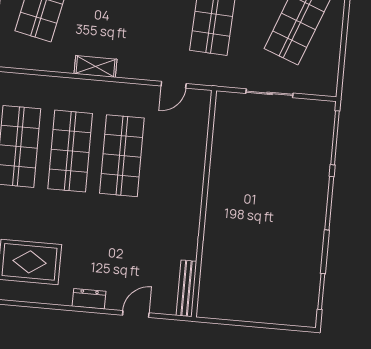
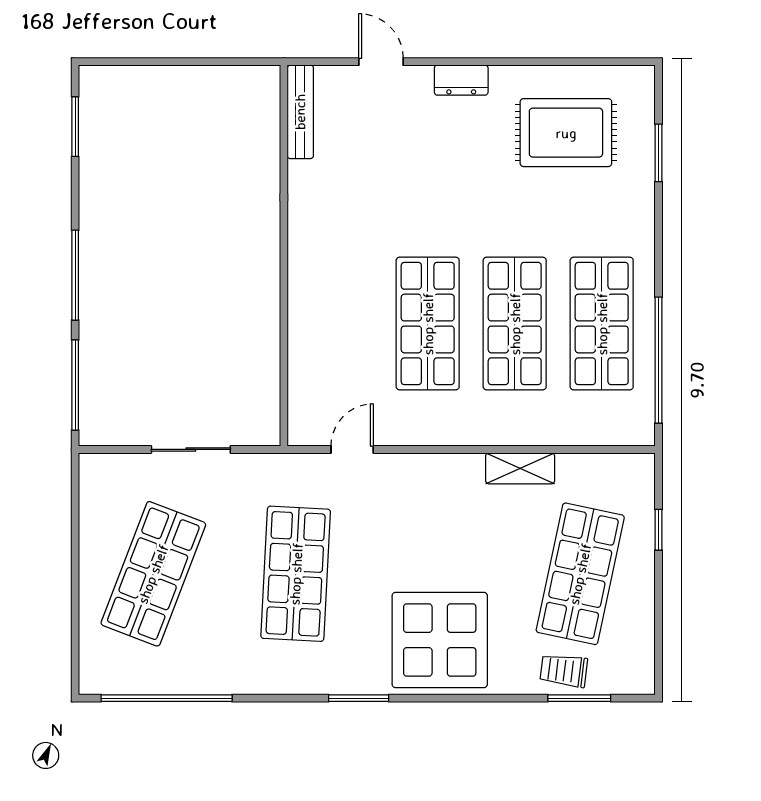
shelving: (96, 66) -> (520, 468), moved
door: (136, 314) -> (381, 62), swing flipped

